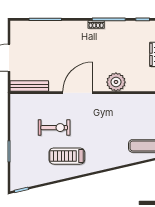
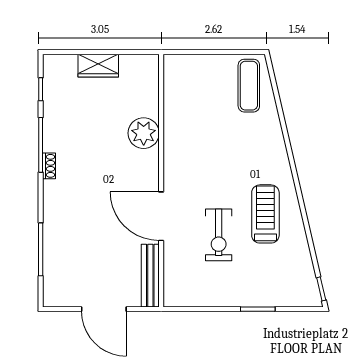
door: (78, 93) -> (161, 216), moved
exercise bike: (54, 128) -> (219, 235), turned 180
treadmill: (67, 156) -> (265, 214), turned 180

